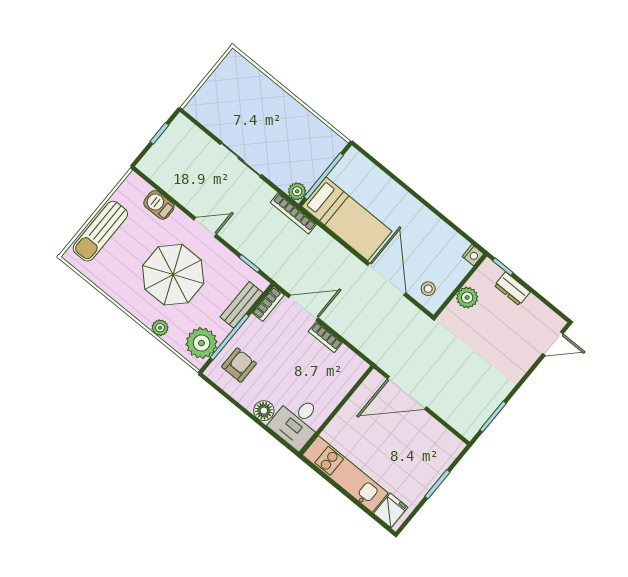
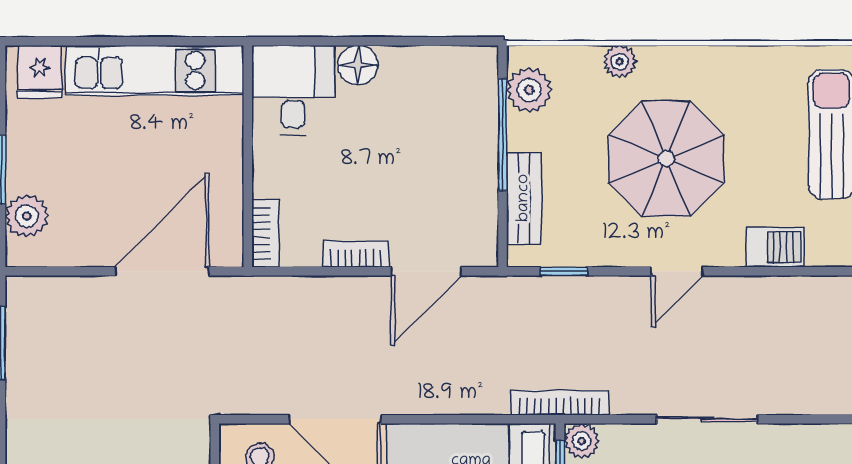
bookcase: (268, 304) -> (265, 233), moved, turned 180
plant: (201, 343) -> (529, 90), width x0.73, depth x0.73
armchair: (239, 365) -> (453, 104), removed
plant: (442, 458) -> (27, 216), added

